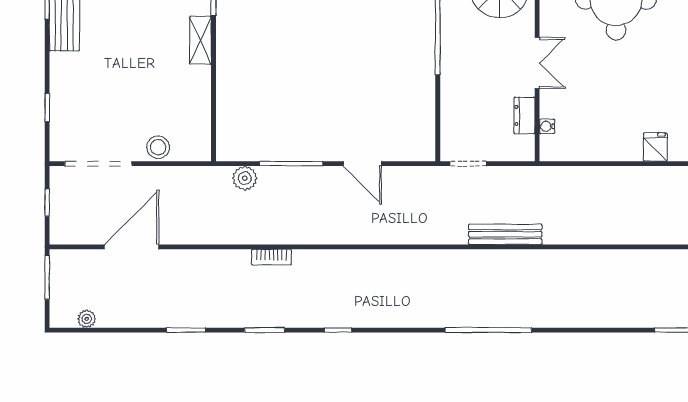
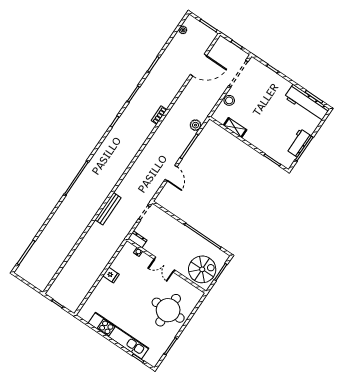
shelving: (200, 40) -> (235, 128), moved
dresser: (524, 115) -> (138, 239), moved
fridge: (655, 147) -> (111, 275), moved
door: (362, 164) -> (171, 173), swing flipped
door: (132, 247) -> (198, 65), hinge flipped

